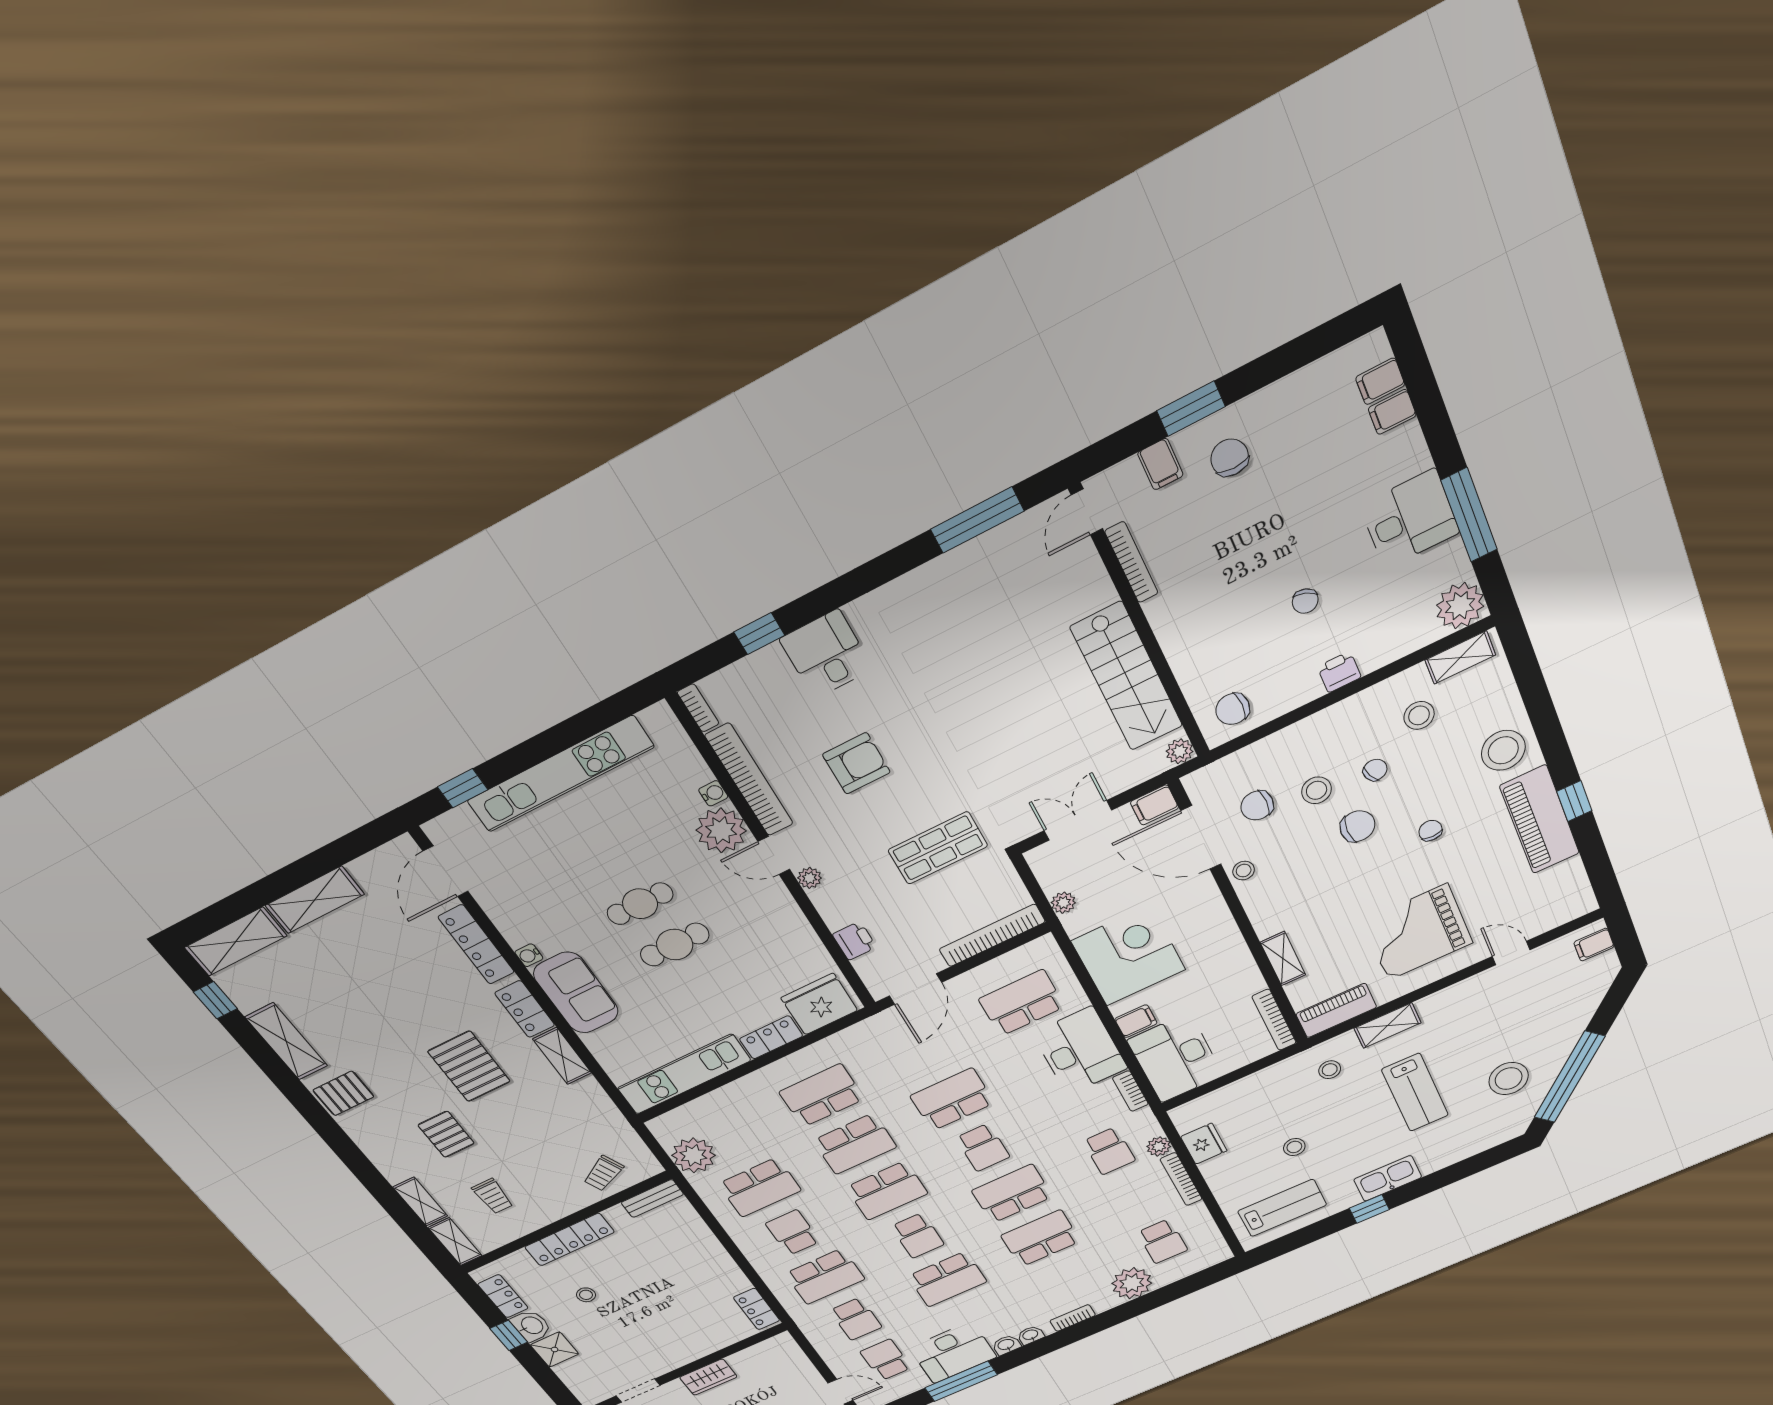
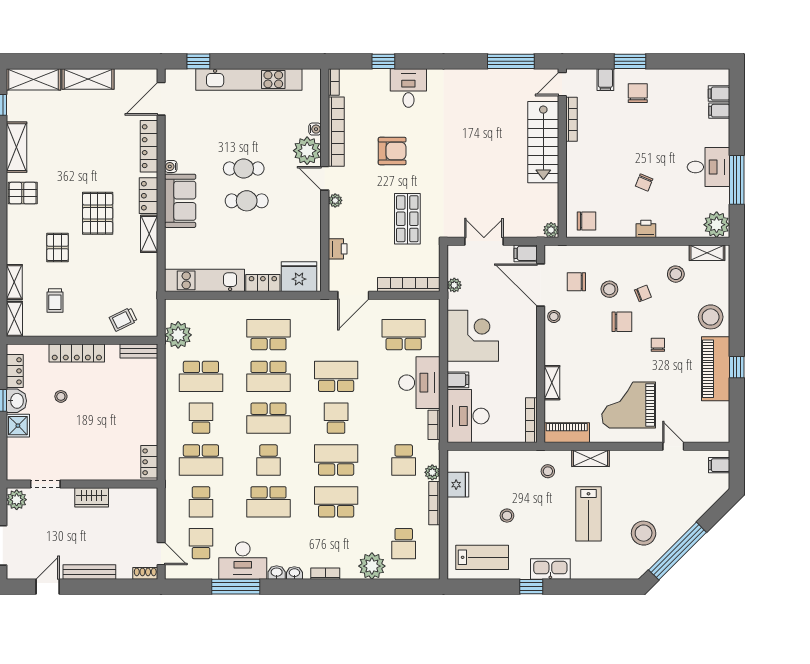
stairs: (1127, 677) -> (543, 142), moved
chair: (1233, 709) -> (587, 221), turned 180
shop shelf: (938, 848) -> (407, 219), turned 90
school desk: (983, 1147) -> (336, 418), turned 180

